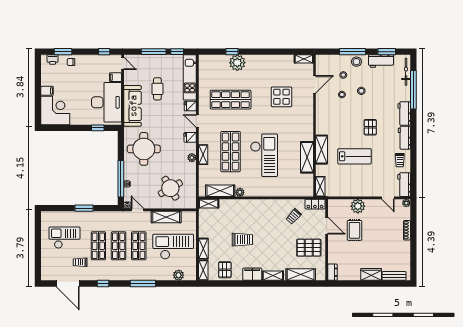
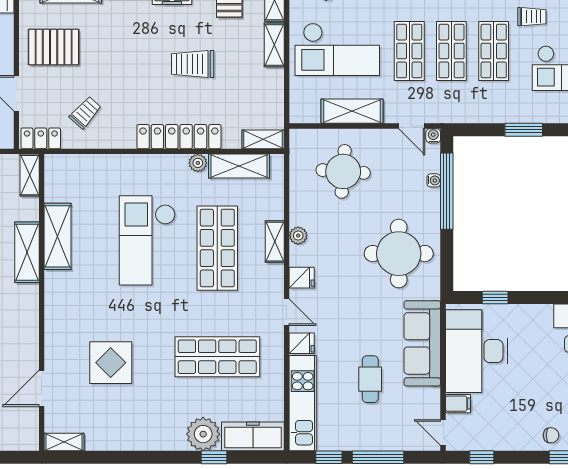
freezer: (214, 62) -> (253, 436), added
round table: (170, 188) -> (343, 171), turned 34
locker: (249, 205) -> (179, 137), added

